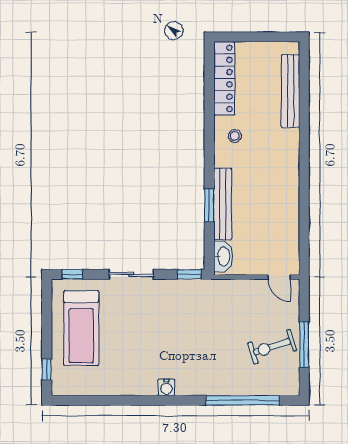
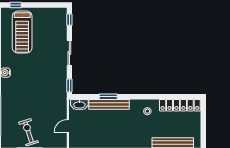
door: (279, 277) -> (68, 126), moved
treadmill: (81, 328) -> (22, 32), moved, turned -90

